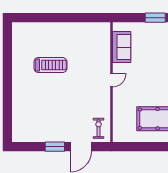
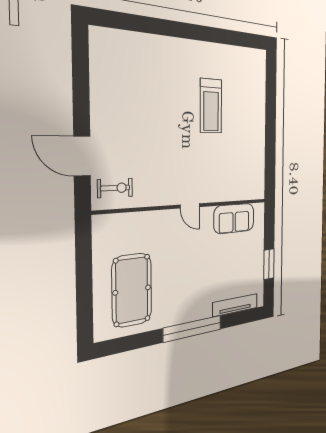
window: (55, 147) -> (81, 107), removed

